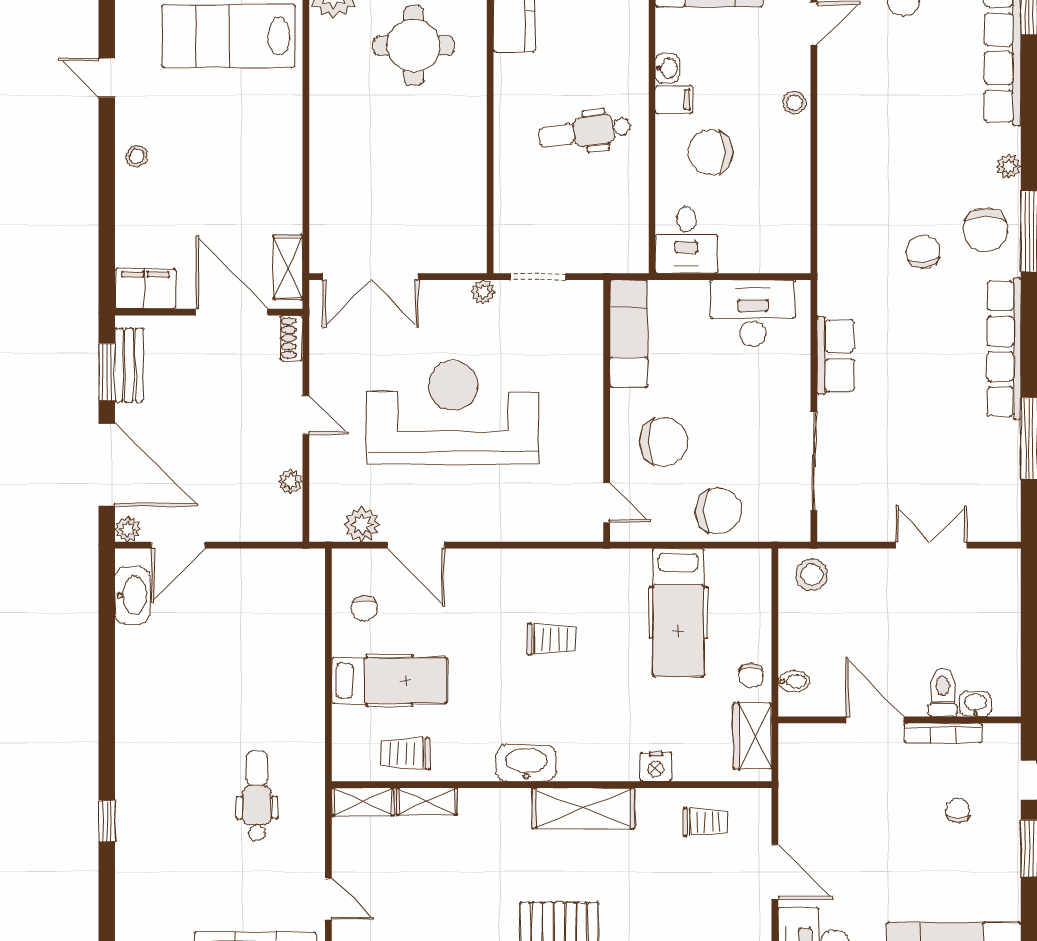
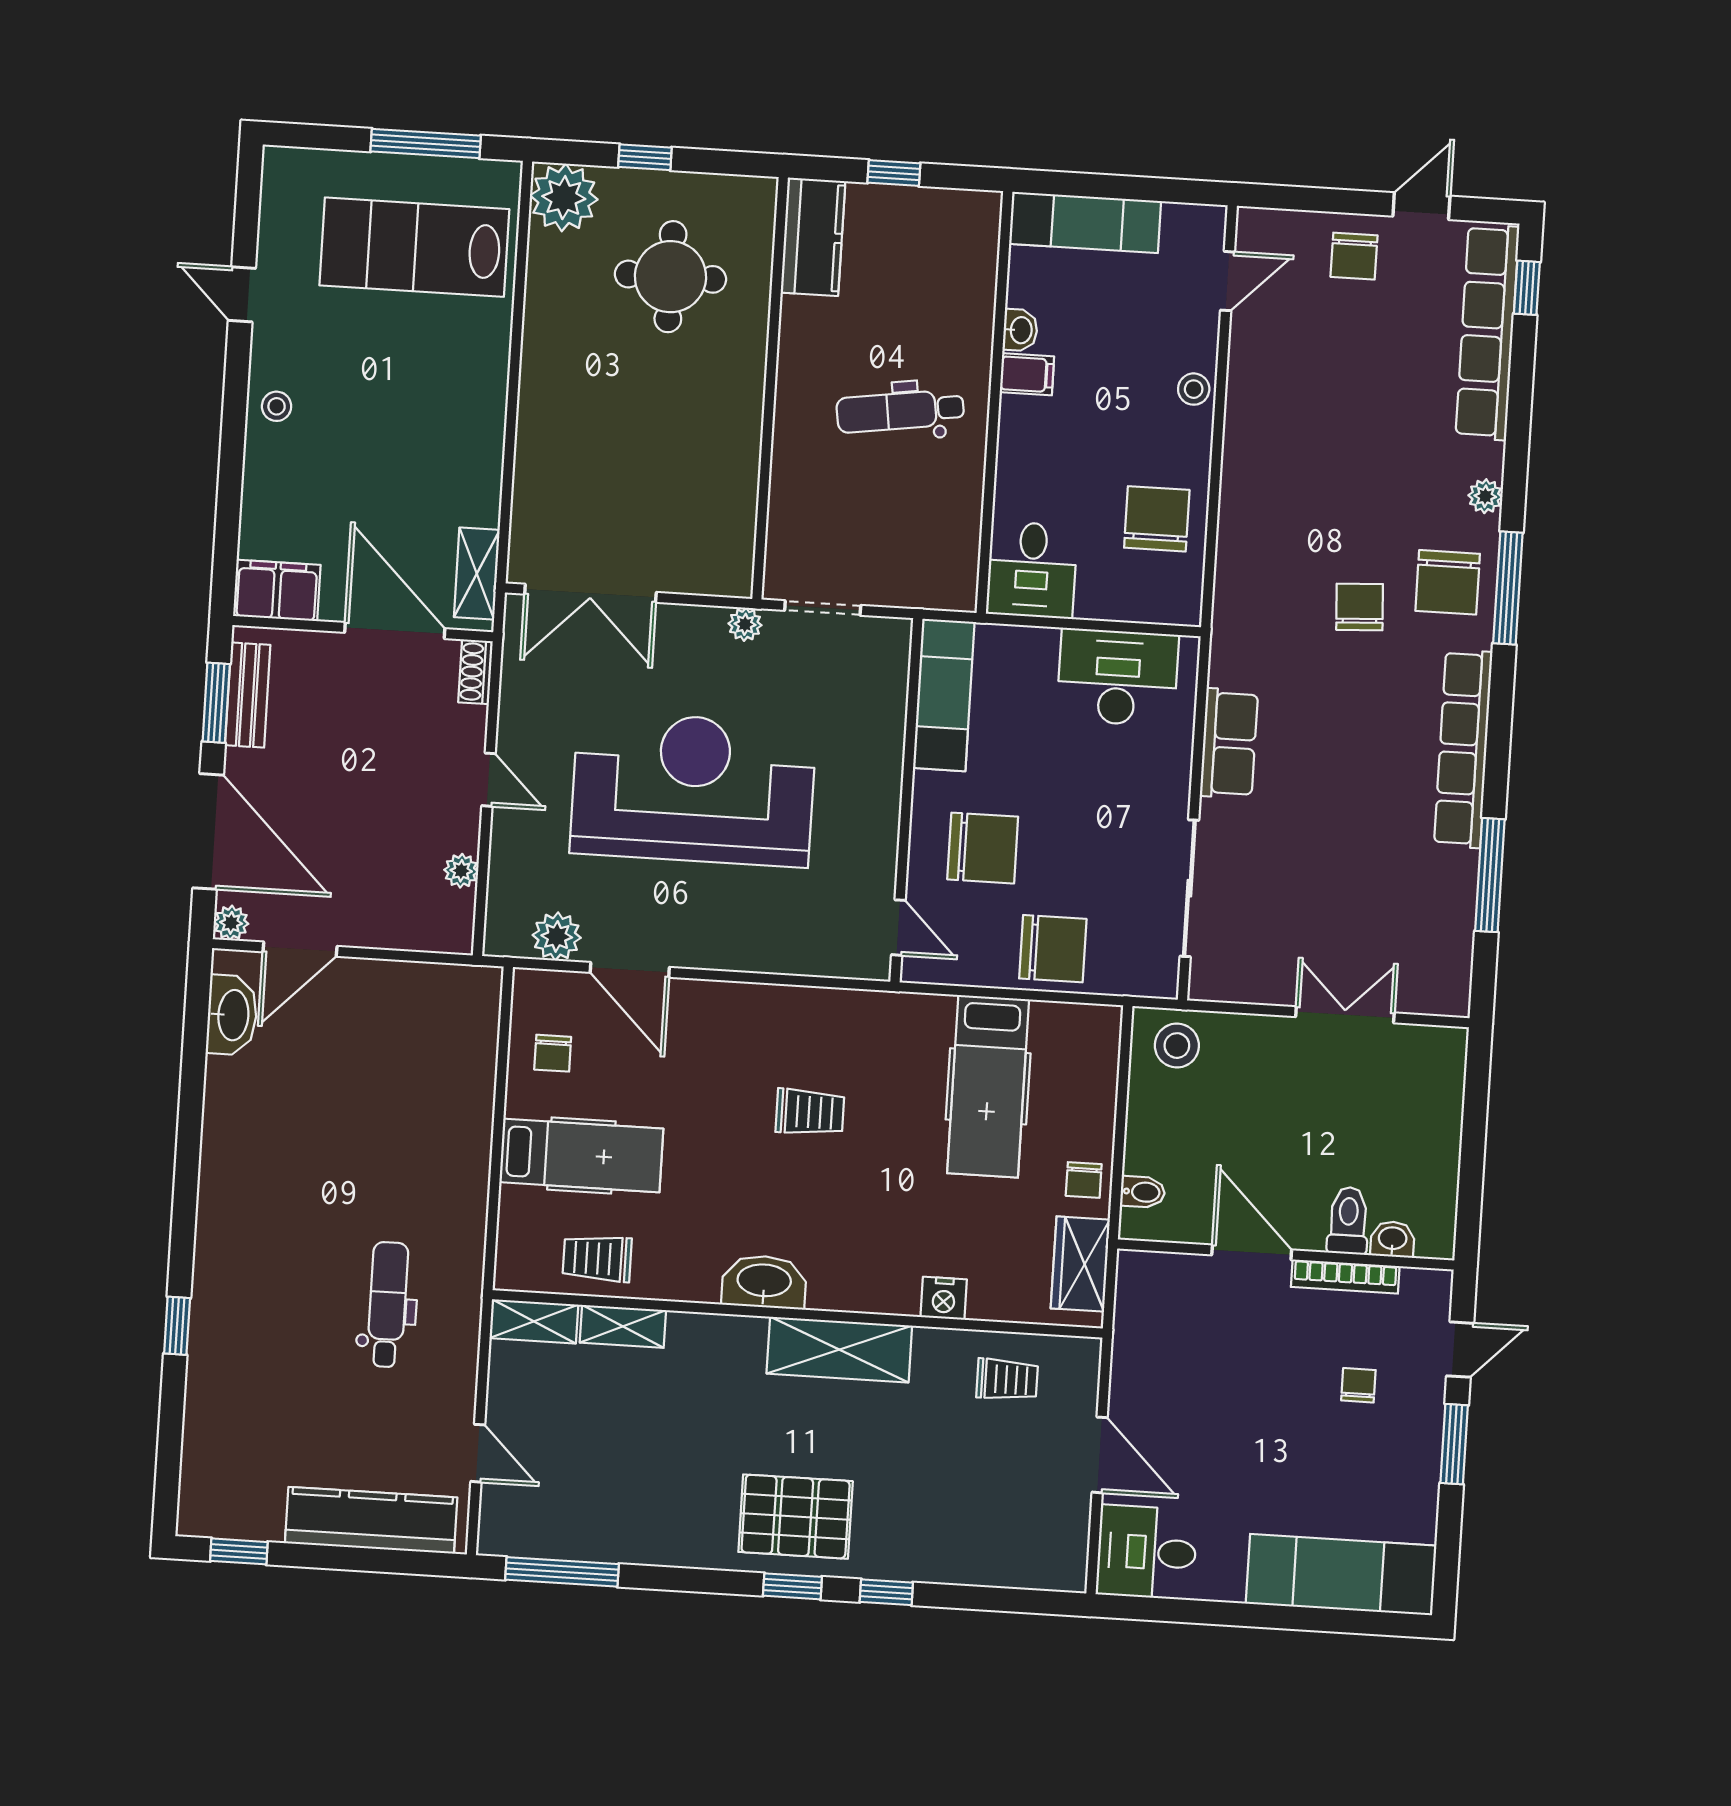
chair: (710, 152) -> (1157, 519), moved, turned 90

